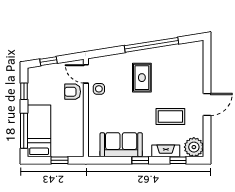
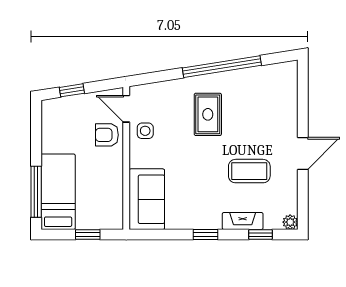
window: (24, 91) -> (36, 134), removed
sofa: (121, 145) -> (147, 199), moved, turned 90
plant: (194, 147) -> (290, 222), width x0.53, depth x0.53

